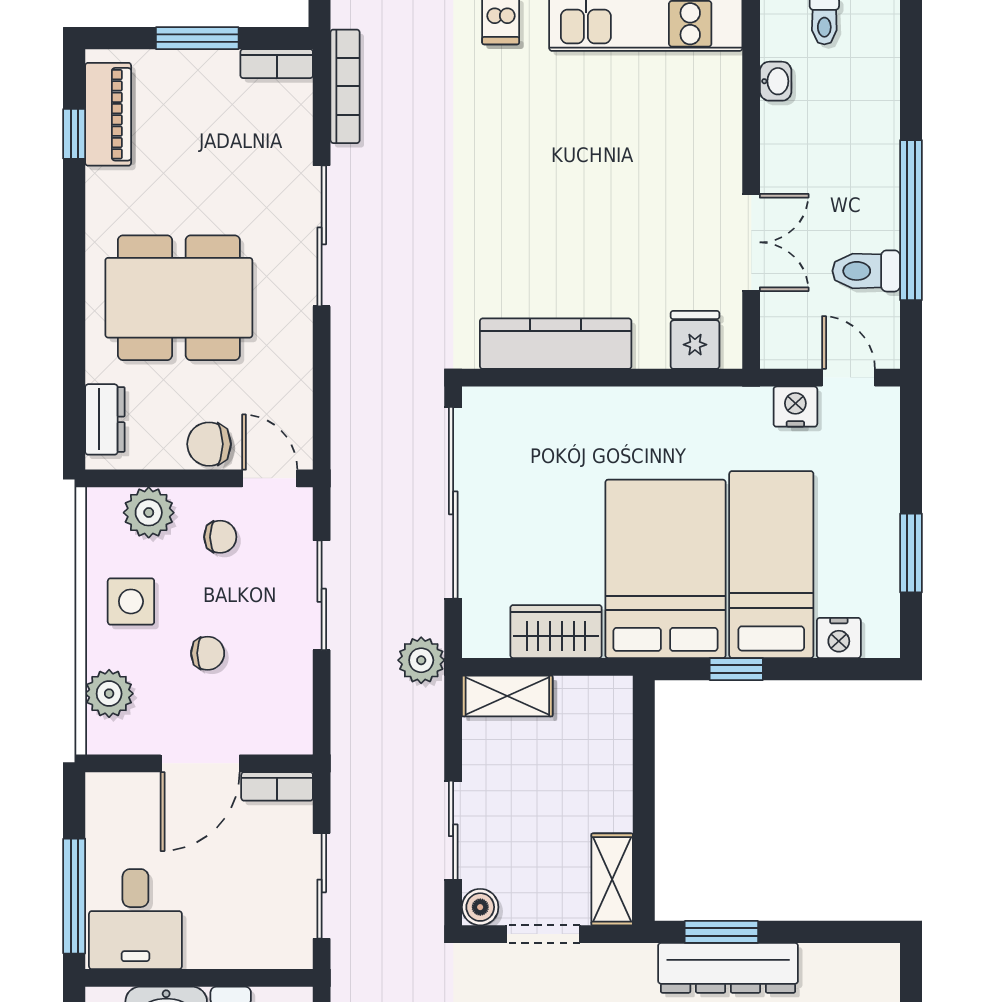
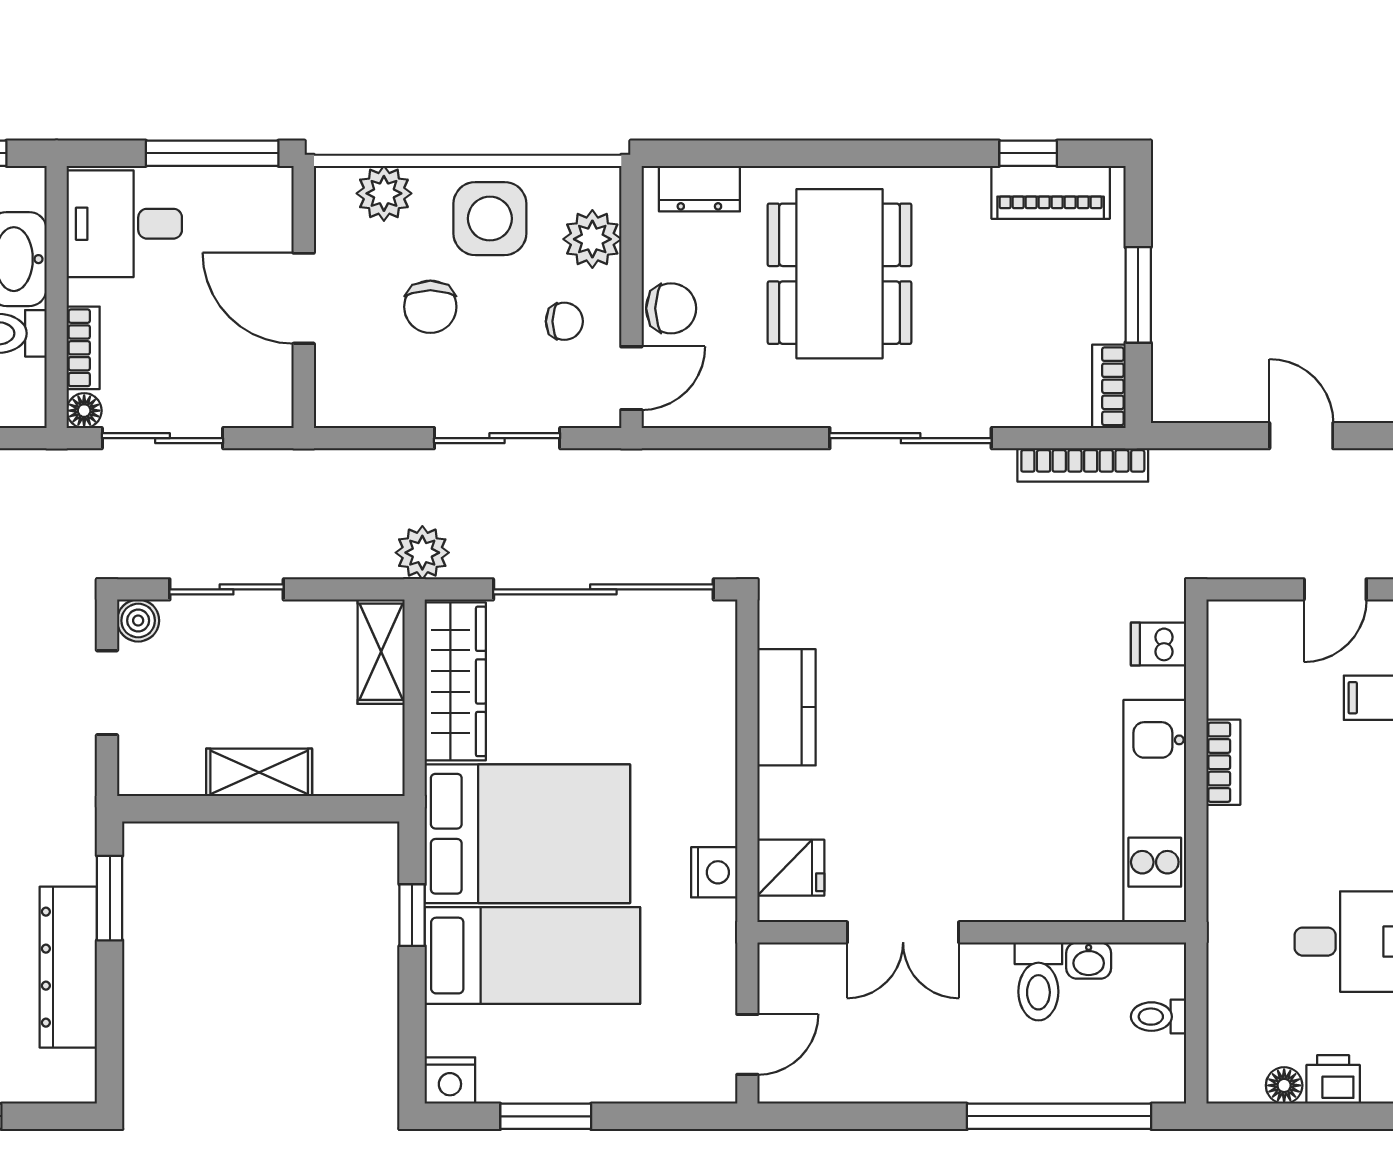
window: (911, 220) -> (1059, 1116), moved
toilet: (866, 271) -> (1038, 981), moved, turned 180
kitchen counter: (556, 344) -> (787, 707), width x0.67
nightstand: (795, 407) -> (714, 872), moved
chair: (209, 444) -> (671, 308), turned 90
chair: (220, 537) -> (564, 321), turned -90
side table: (131, 601) -> (490, 219), width x1.37, depth x1.37
wardrobe: (556, 632) -> (455, 681), width x1.50
nightstand: (839, 638) -> (450, 1081), moved, turned -90
chair: (208, 653) -> (430, 307), width x1.37, depth x1.37
bookcase: (277, 786) -> (83, 348), moved, turned 180
shelving: (612, 879) -> (259, 772), moved
window: (74, 896) -> (212, 153), moved
floor lamp: (298, 954) -> (84, 411), added
dresser: (728, 968) -> (68, 967), moved

